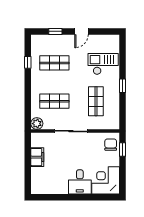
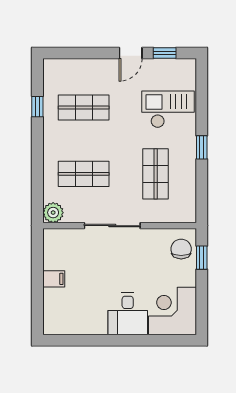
window: (55, 31) -> (165, 53), moved
filing cabinet: (37, 157) -> (54, 279), width x0.50

